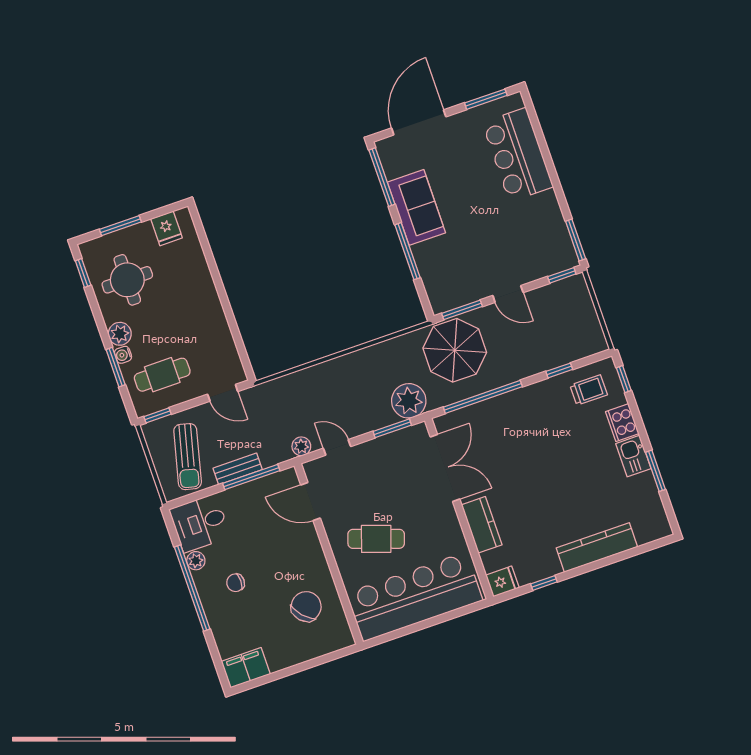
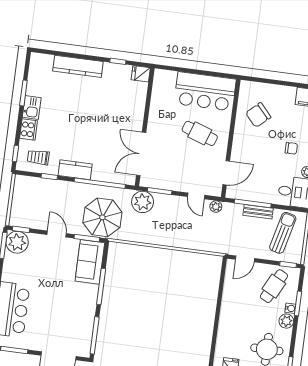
sofa: (416, 207) -> (90, 262), moved
plant: (558, 254) -> (17, 242), added
cafe table: (162, 375) -> (274, 286), turned -63
door: (223, 393) -> (245, 259), swing flipped
door: (311, 502) -> (226, 173), hinge flipped
kitchen counter: (482, 525) -> (75, 170), moved, turned 90
bar counter: (414, 597) -> (205, 91), width x0.73

